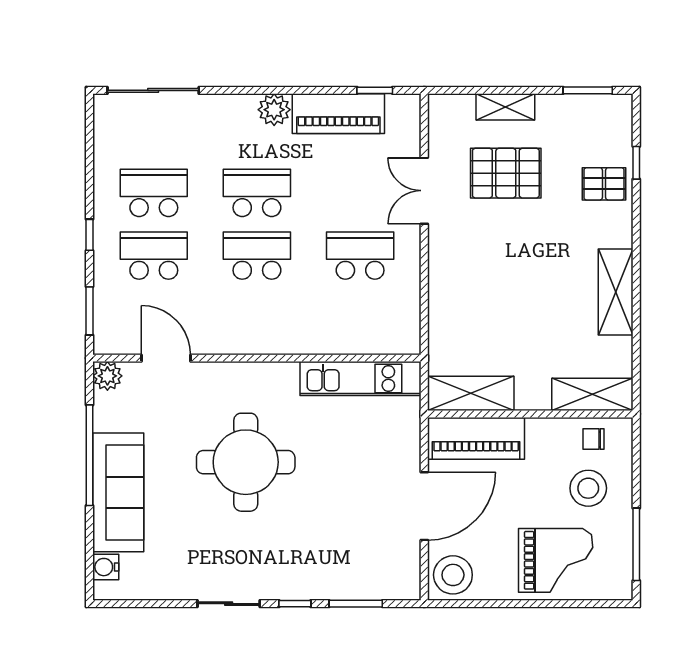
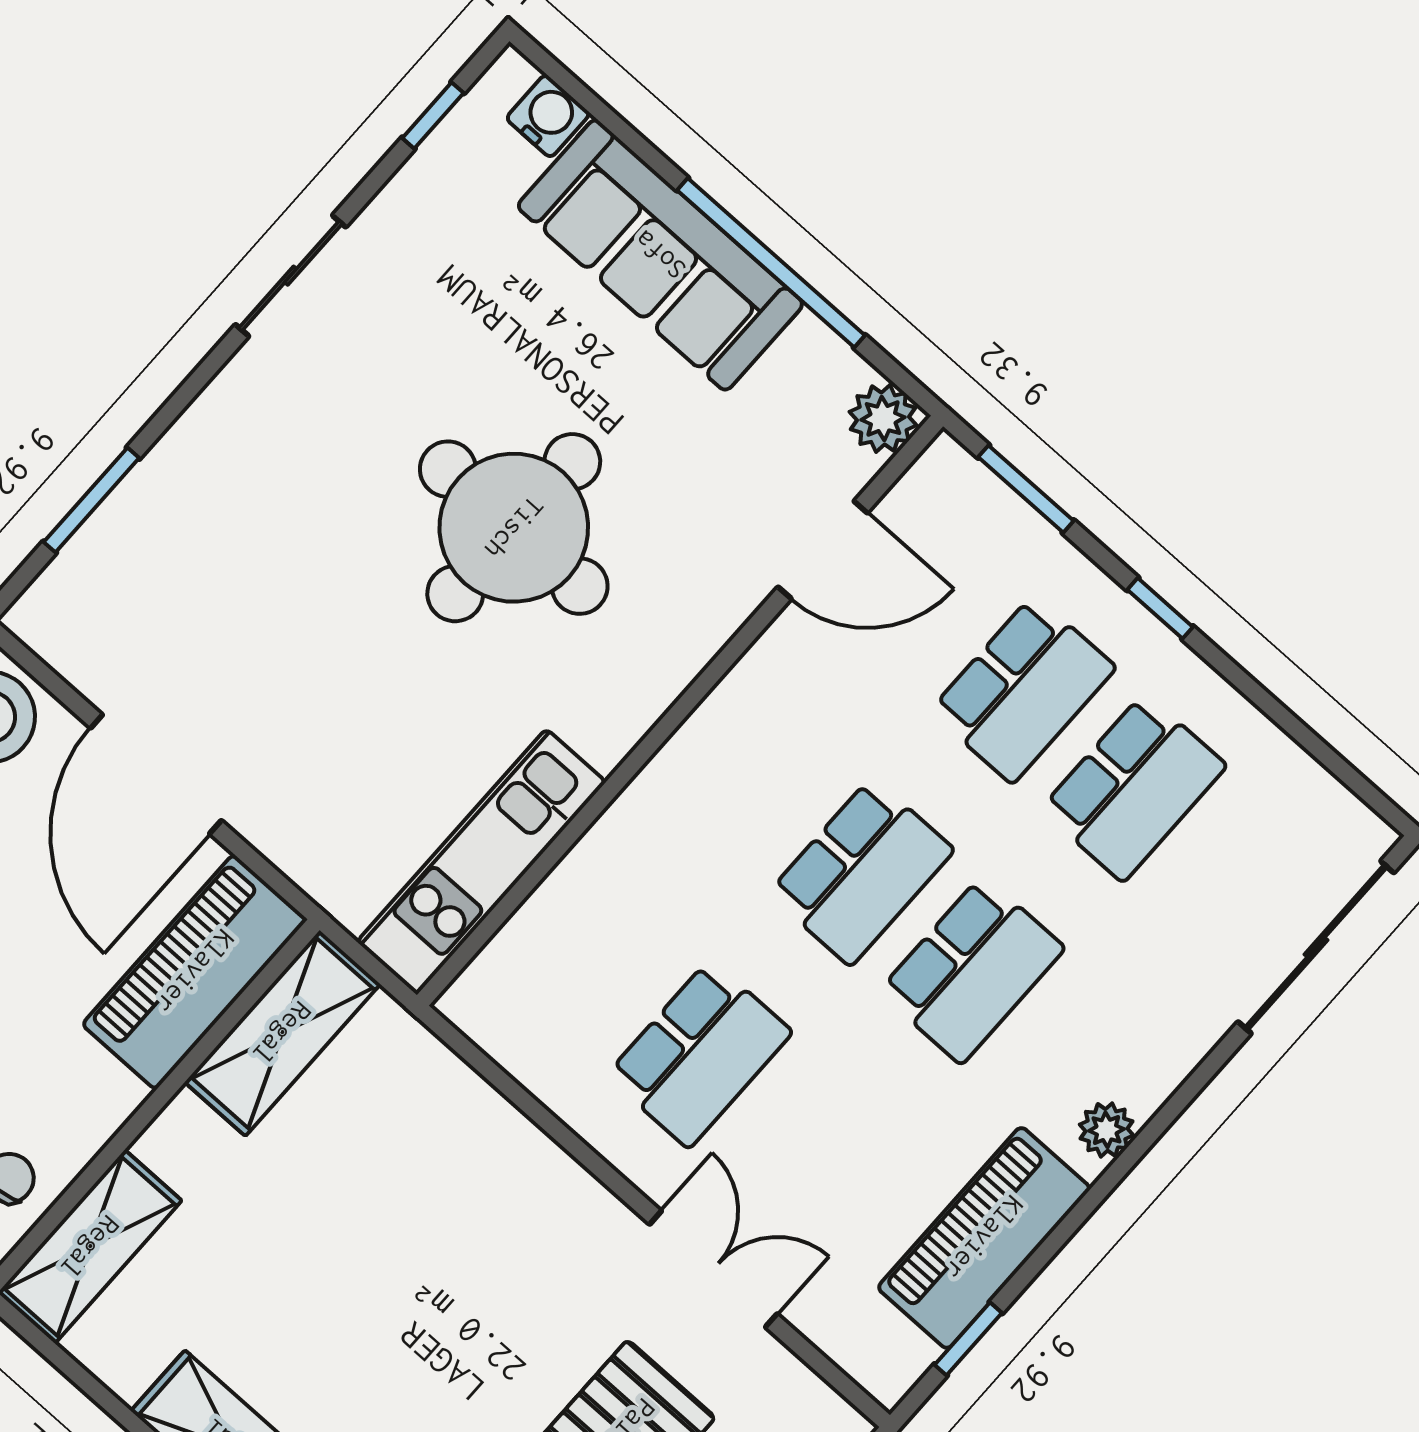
plant: (274, 110) -> (1107, 1130), width x0.73, depth x0.73
window: (295, 604) -> (433, 115), moved

